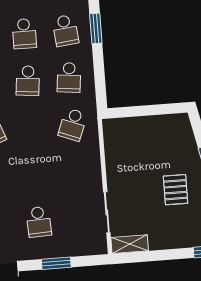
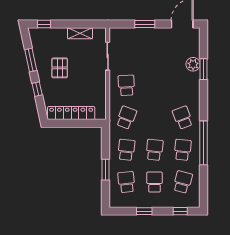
window: (96, 28) -> (105, 170), moved
locker: (154, 125) -> (71, 113), added
school desk: (39, 222) -> (126, 85), moved
shelving: (130, 244) -> (80, 33), moved

